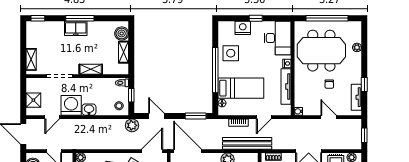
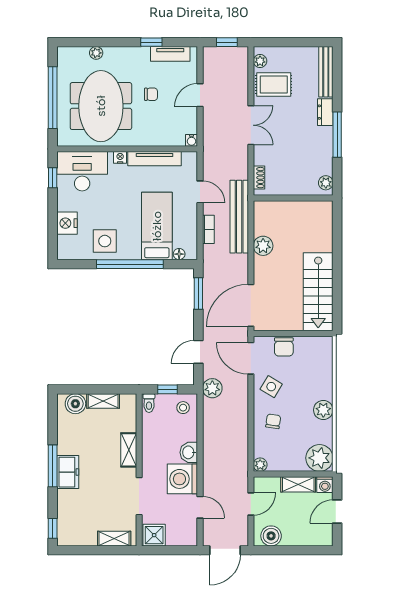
window: (256, 18) -> (53, 178), moved
shower: (33, 100) -> (154, 535), moved

